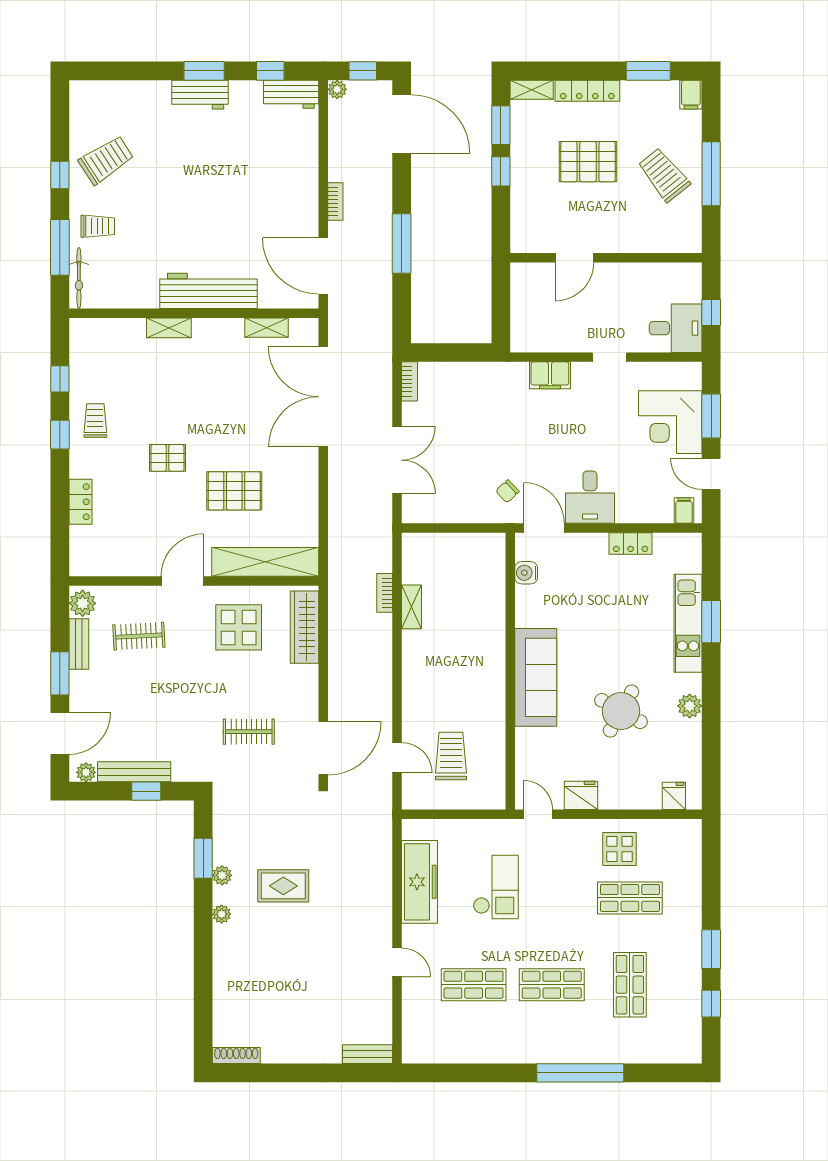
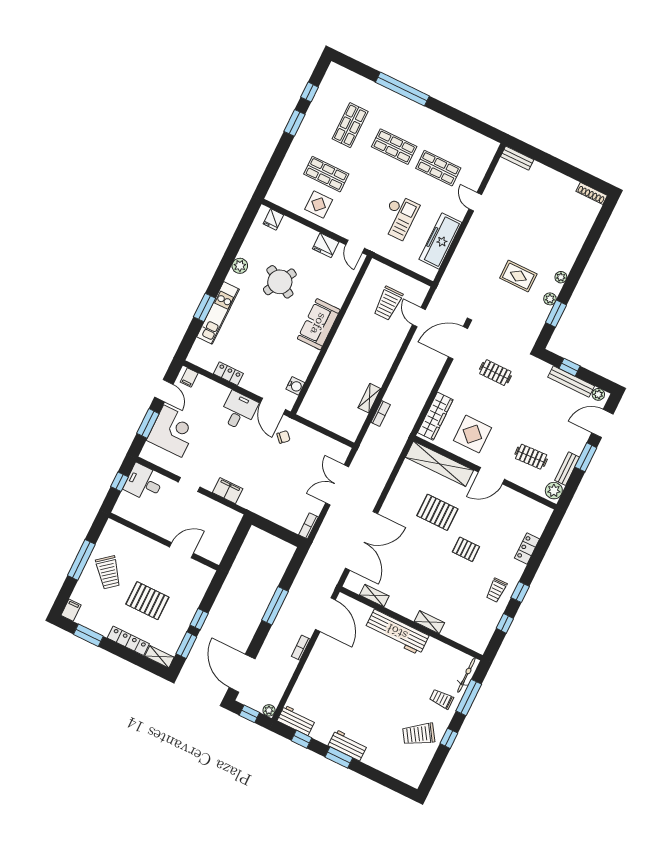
sofa: (536, 677) -> (319, 324), width x0.73
checkout: (496, 887) -> (399, 217), turned 180

